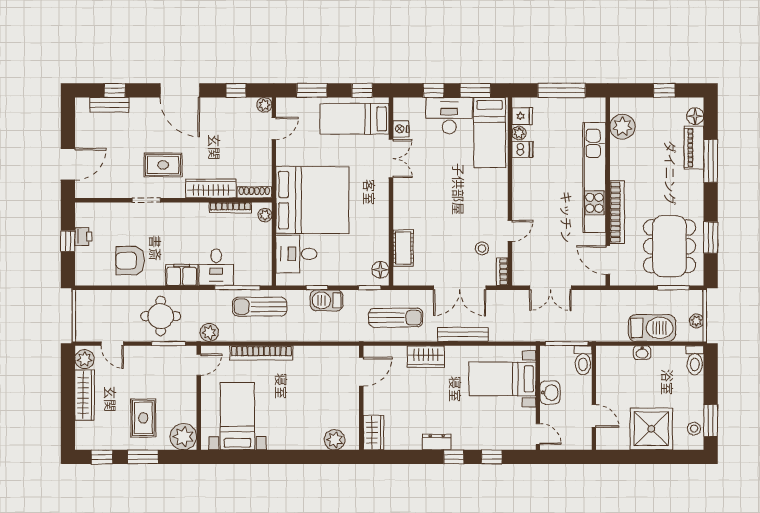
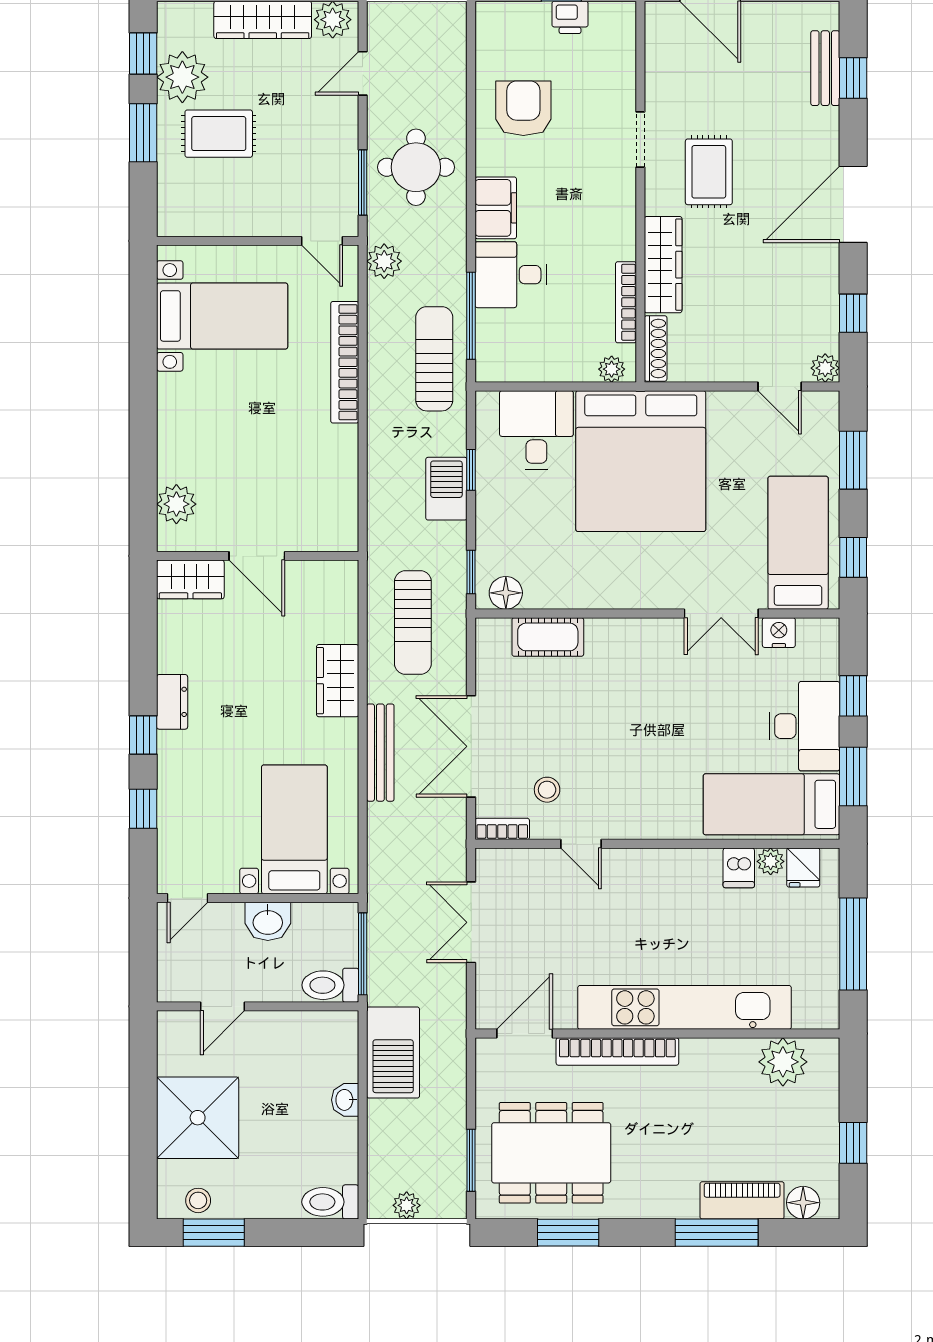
barbecue: (652, 328) -> (393, 1053), moved
door: (361, 372) -> (257, 556), moved
plant: (183, 437) -> (182, 77), moved

